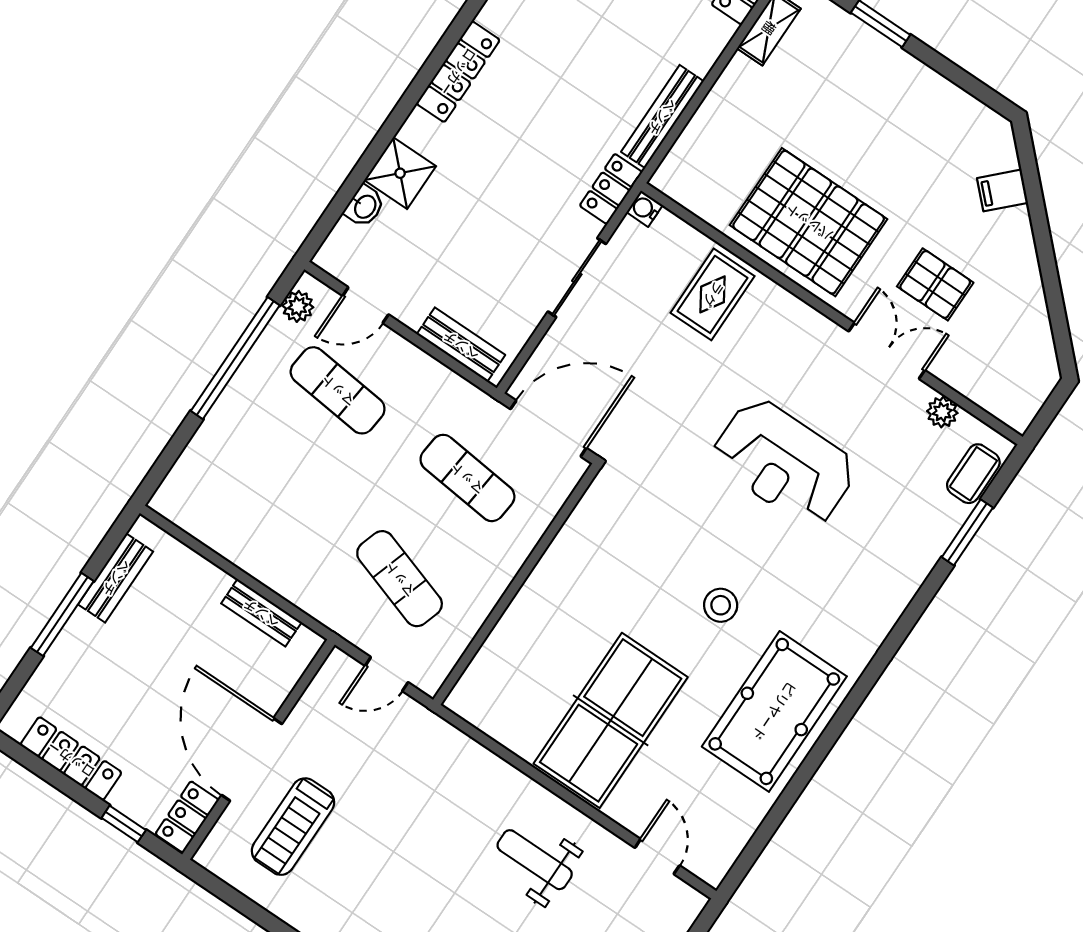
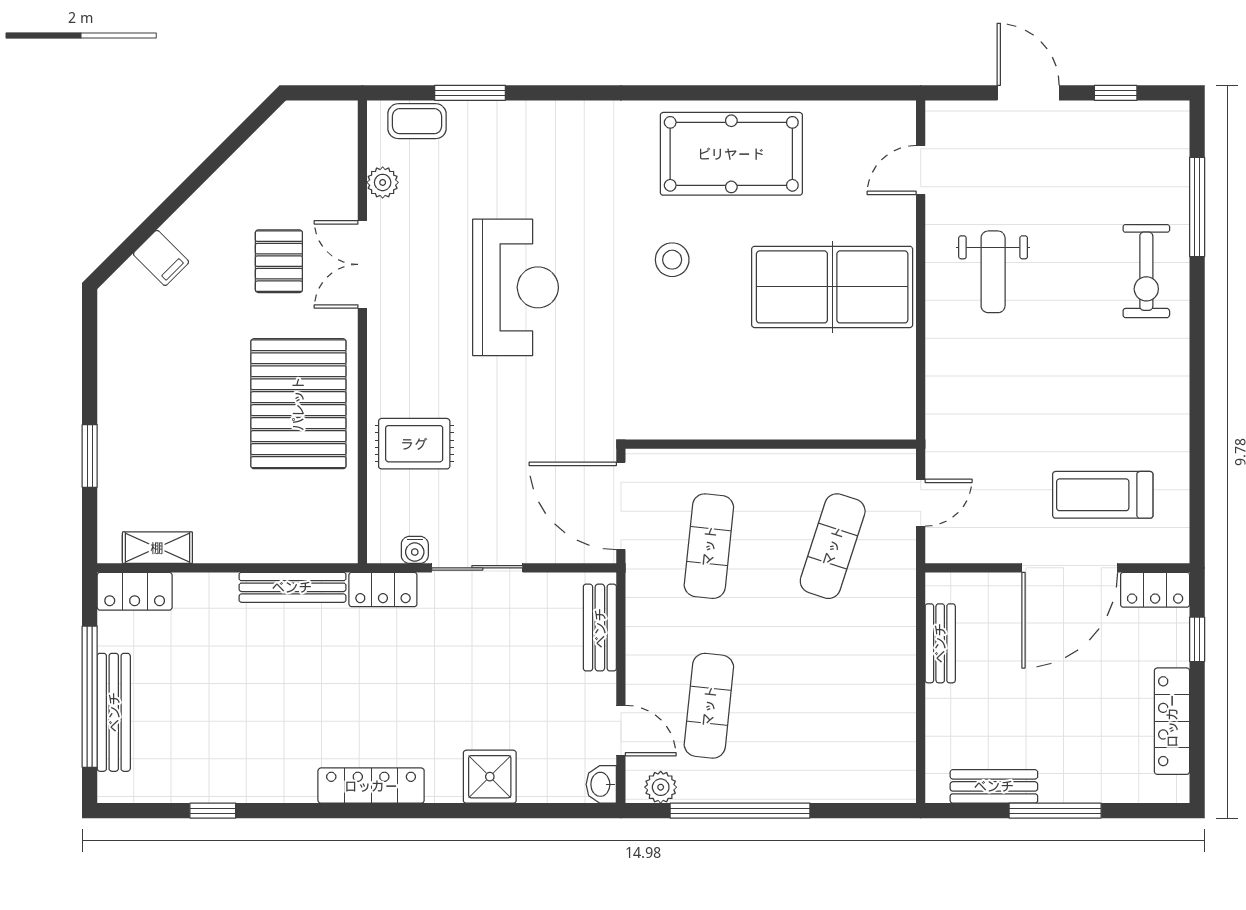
washbasin: (364, 206) -> (601, 784), moved, turned -90
water cooler: (645, 209) -> (415, 550), moved
door: (387, 674) -> (921, 503), hinge flipped
treadmill: (293, 827) -> (1103, 495), turned 180

